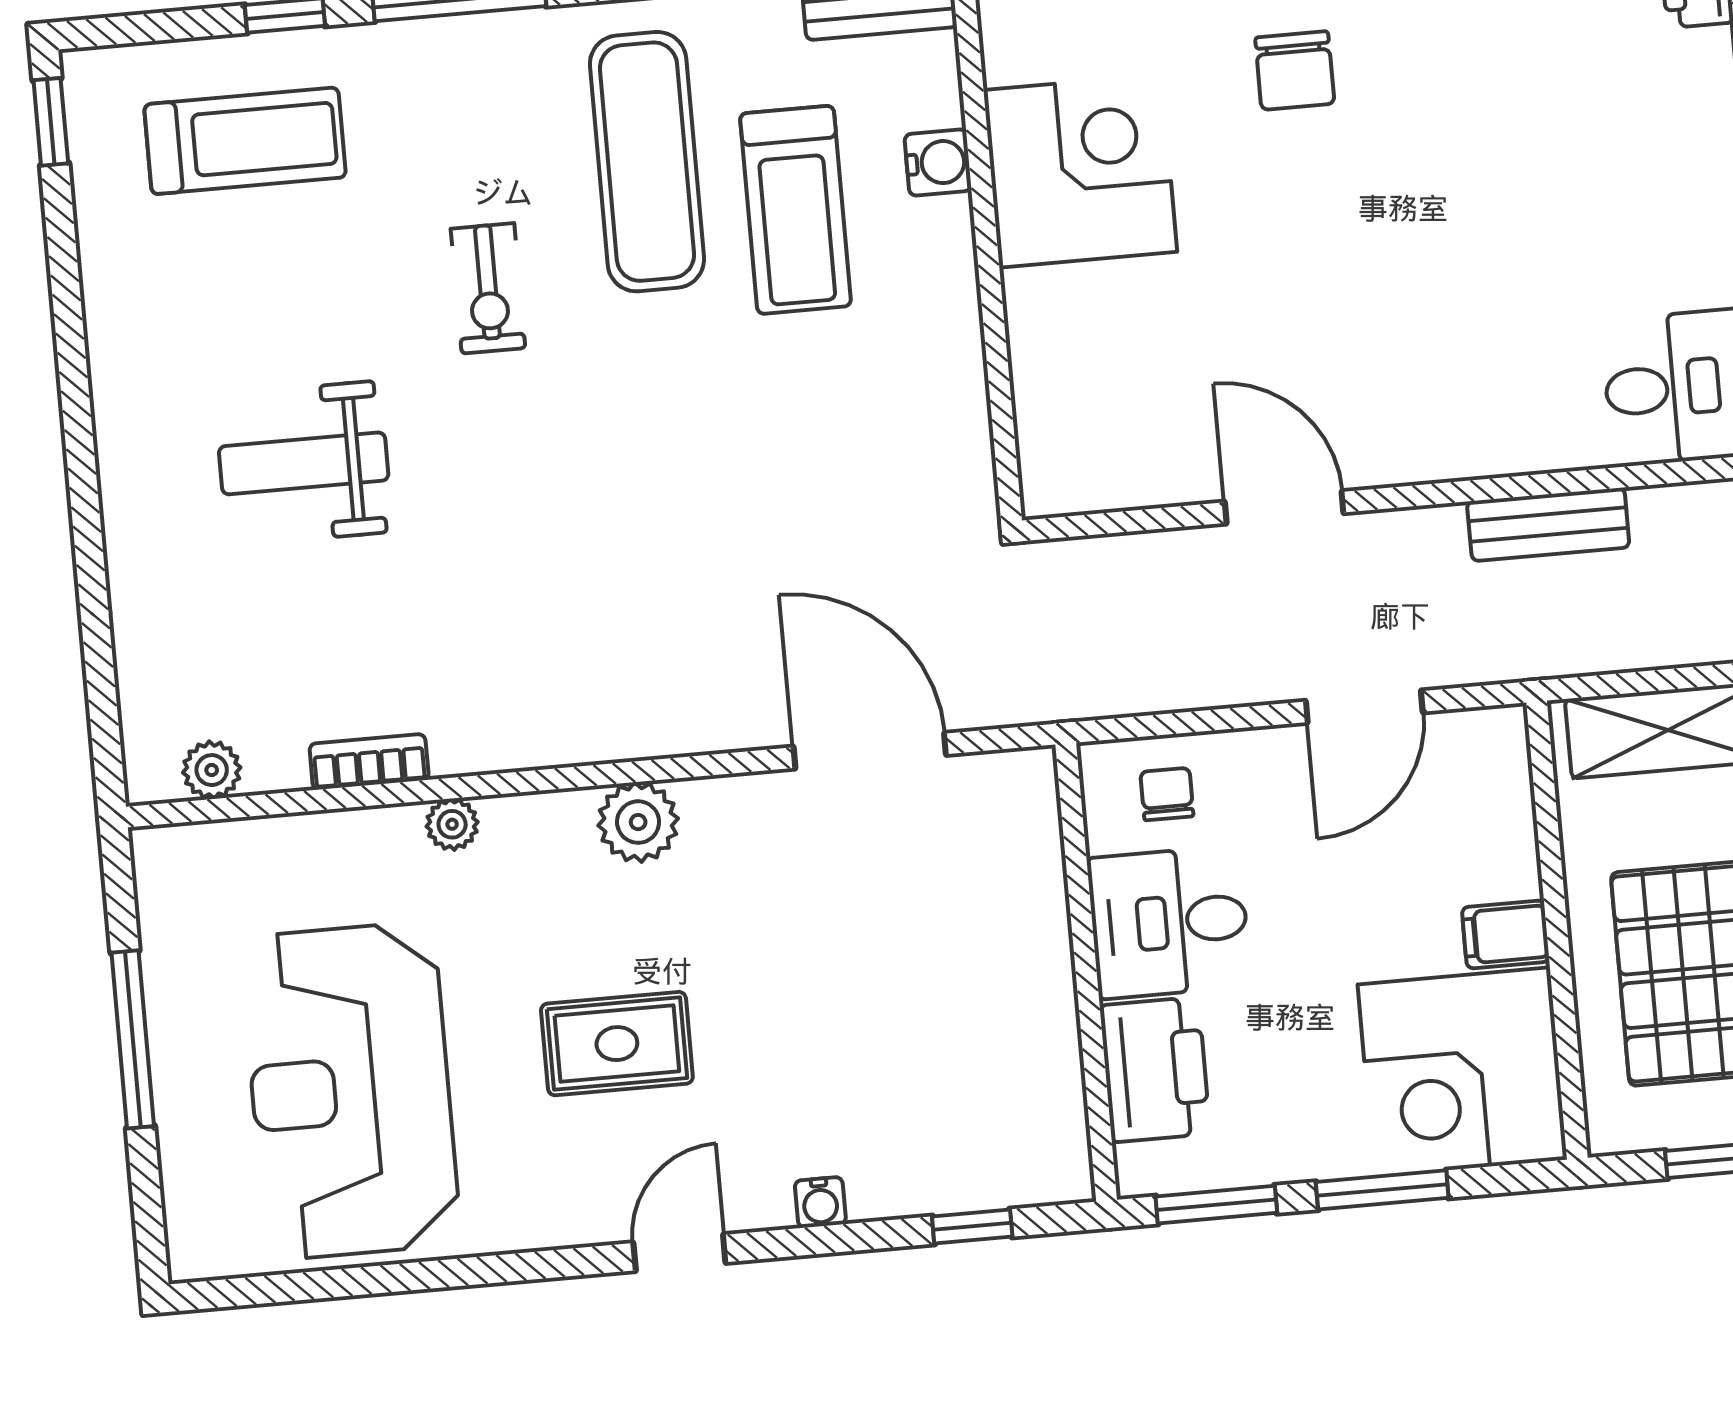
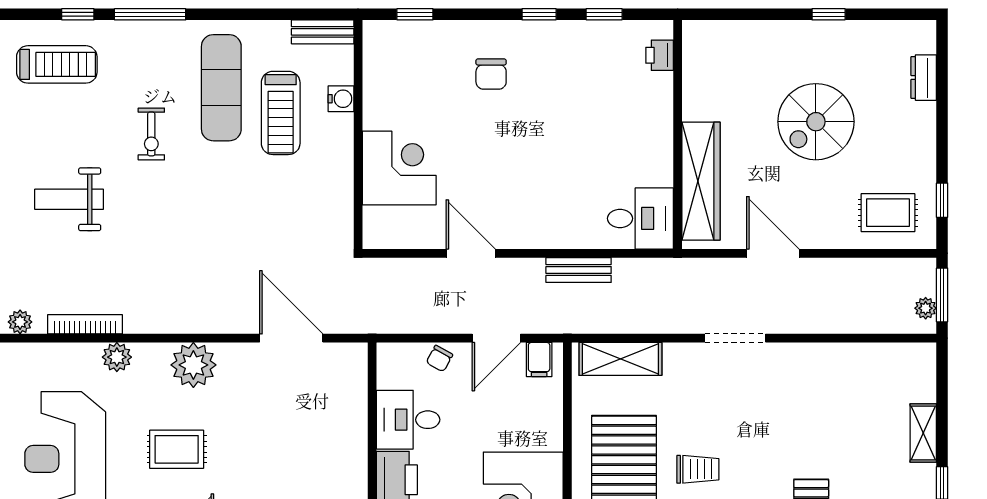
corner desk: (1080, 171) -> (399, 168), moved
bookcase: (369, 762) -> (85, 324), width x1.56
chair: (1167, 794) -> (439, 359), moved, turned -151
plant: (638, 822) -> (193, 365), width x1.36, depth x1.36
plant: (452, 824) -> (117, 357), width x1.38, depth x1.38
filing cabinet: (1506, 934) -> (539, 359), moved, turned -90

